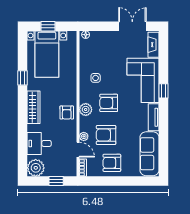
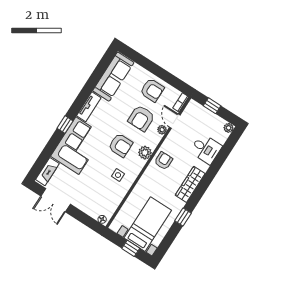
armchair: (106, 135) -> (141, 118), turned 90
plant: (36, 168) -> (229, 128), width x0.53, depth x0.53

